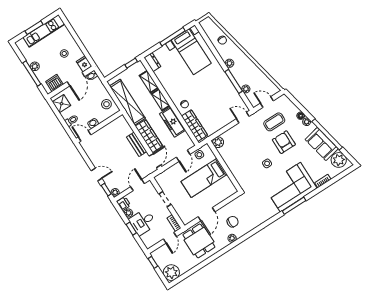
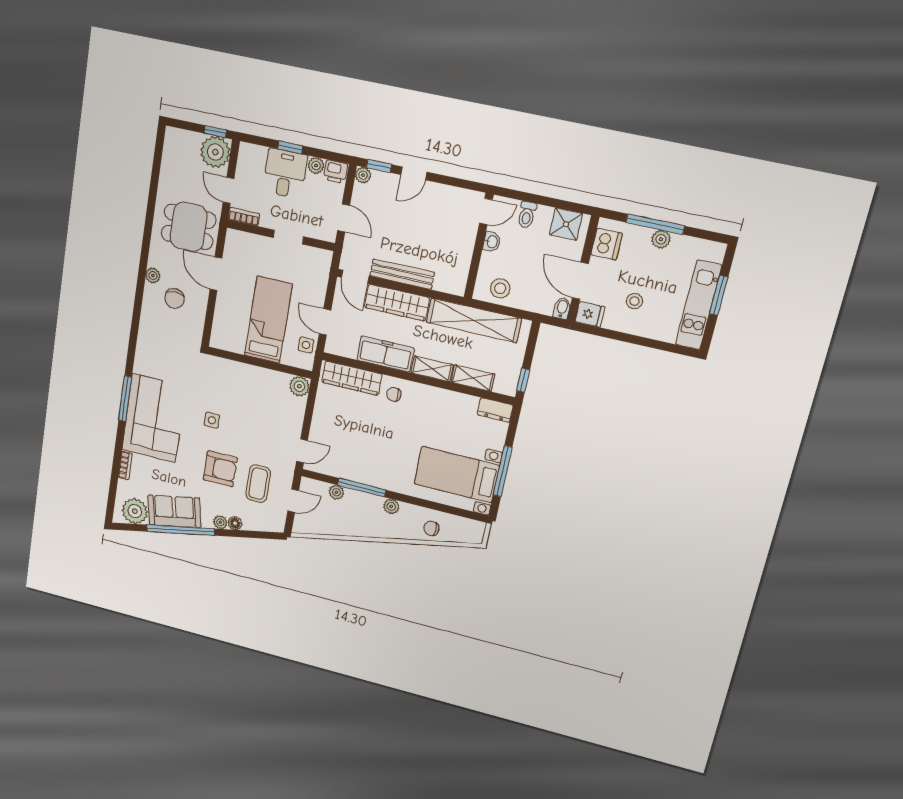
bench: (137, 144) -> (402, 274), width x1.36
plant: (171, 273) -> (215, 152), moved

